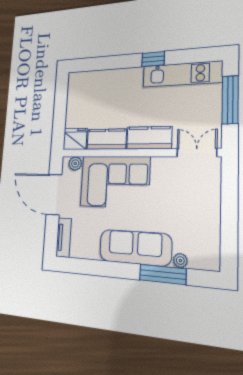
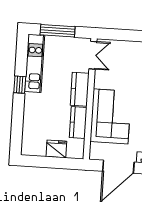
fridge: (75, 139) -> (56, 149), moved, turned 90
double door: (197, 153) -> (93, 55), swing flipped
plant: (75, 163) -> (95, 149), removed

